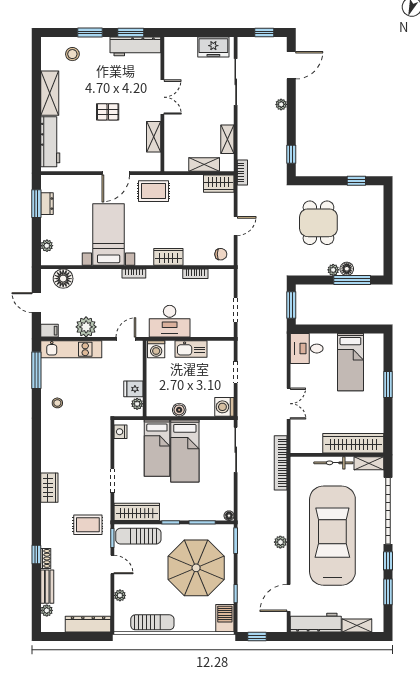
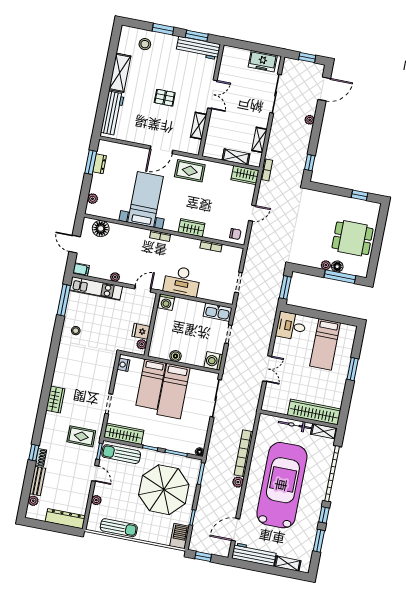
dining table: (318, 223) -> (353, 238), moved, turned 90
plant: (86, 327) -> (115, 277), width x0.53, depth x0.53
kitchen sink: (191, 349) -> (218, 312), moved
bookcase: (281, 463) -> (244, 453), moved

